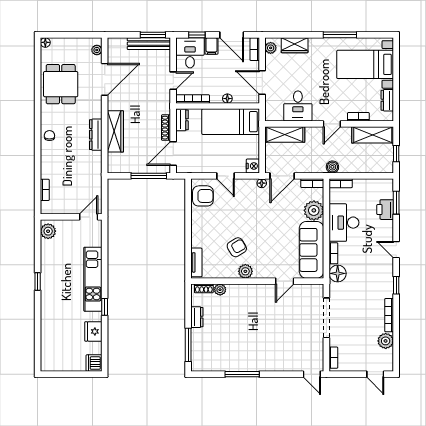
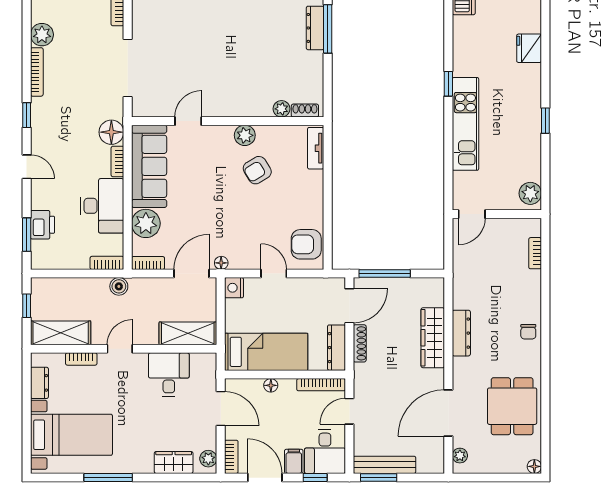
dresser: (182, 120) -> (336, 348), width x1.44
dresser: (197, 317) -> (315, 28), moved, width x1.44
fridge: (93, 331) -> (529, 48), moved, turned 180

